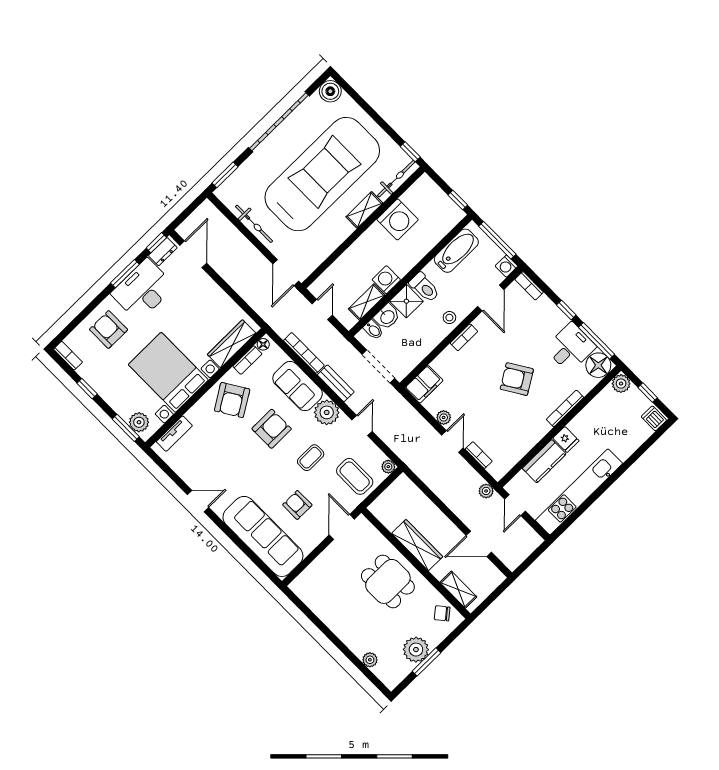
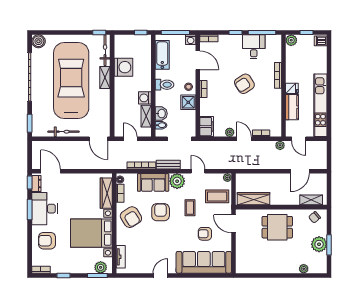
shower: (406, 301) -> (188, 102), moved
floor lamp: (598, 365) -> (273, 42), removed
wardrobe: (417, 545) -> (254, 199), moved

